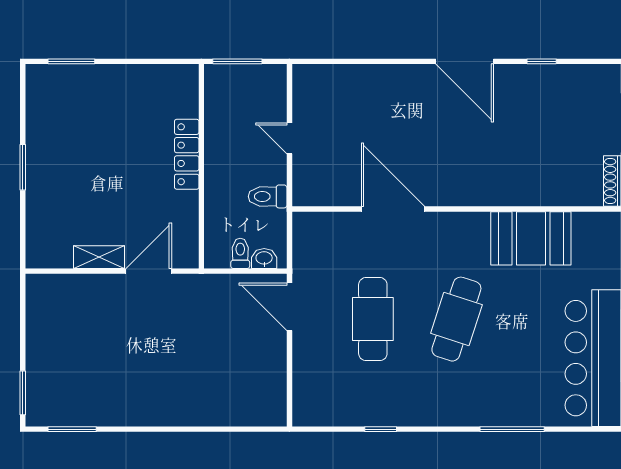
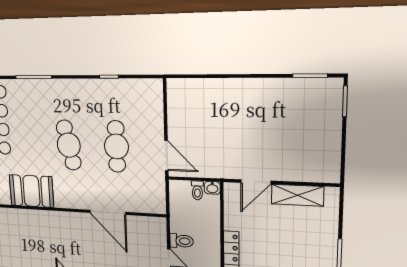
toilet: (268, 196) -> (182, 241), moved
shelving: (99, 257) -> (297, 195), width x1.50, depth x1.33
washbasin: (264, 258) -> (212, 188), moved
cafe table: (456, 319) -> (69, 145), turned -30

